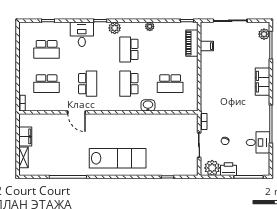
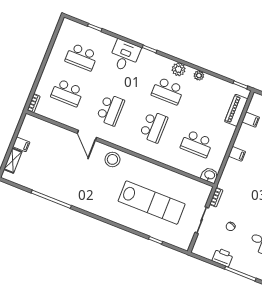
plant: (115, 28) -> (179, 69), moved
school desk: (129, 49) -> (168, 91), turned -90
filing cabinet: (207, 79) -> (237, 154), added
school desk: (129, 84) -> (154, 127), turned 180
washbasin: (148, 105) -> (210, 175), moved
stool: (106, 124) -> (112, 159), added
filing cabinet: (25, 136) -> (21, 144), width x0.50
lab bench: (118, 158) -> (152, 203), moved
plant: (212, 168) -> (206, 249), removed

